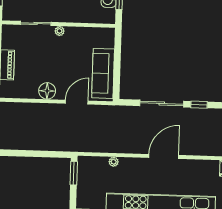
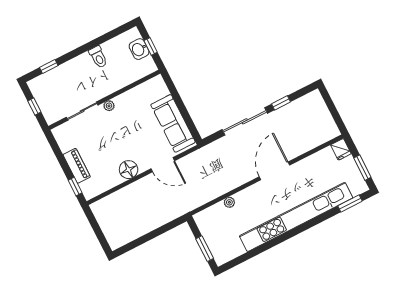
door: (77, 102) -> (163, 165), swing flipped
window: (74, 173) -> (205, 249), moved

